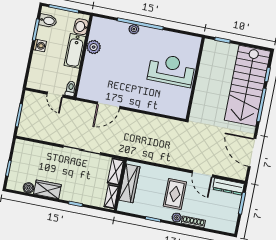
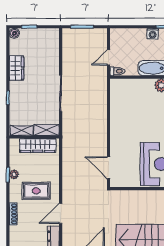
door: (109, 105) -> (109, 168), moved
boiler: (28, 188) -> (14, 33), moved
plant: (177, 218) -> (14, 174), moved

